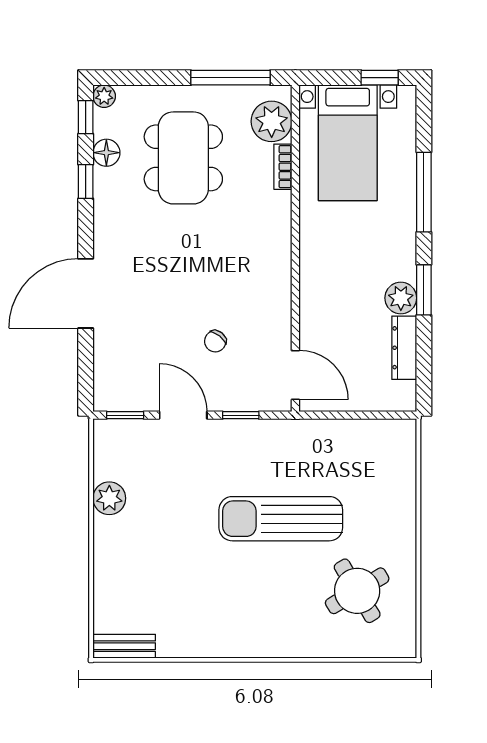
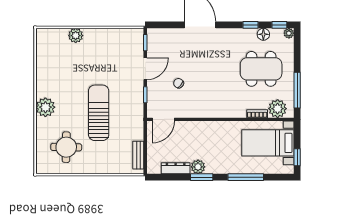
plant: (109, 498) -> (76, 36), moved
round table: (357, 591) -> (66, 147), turned 32
plant: (268, 637) -> (45, 107), added
bench: (124, 646) -> (138, 155), moved

